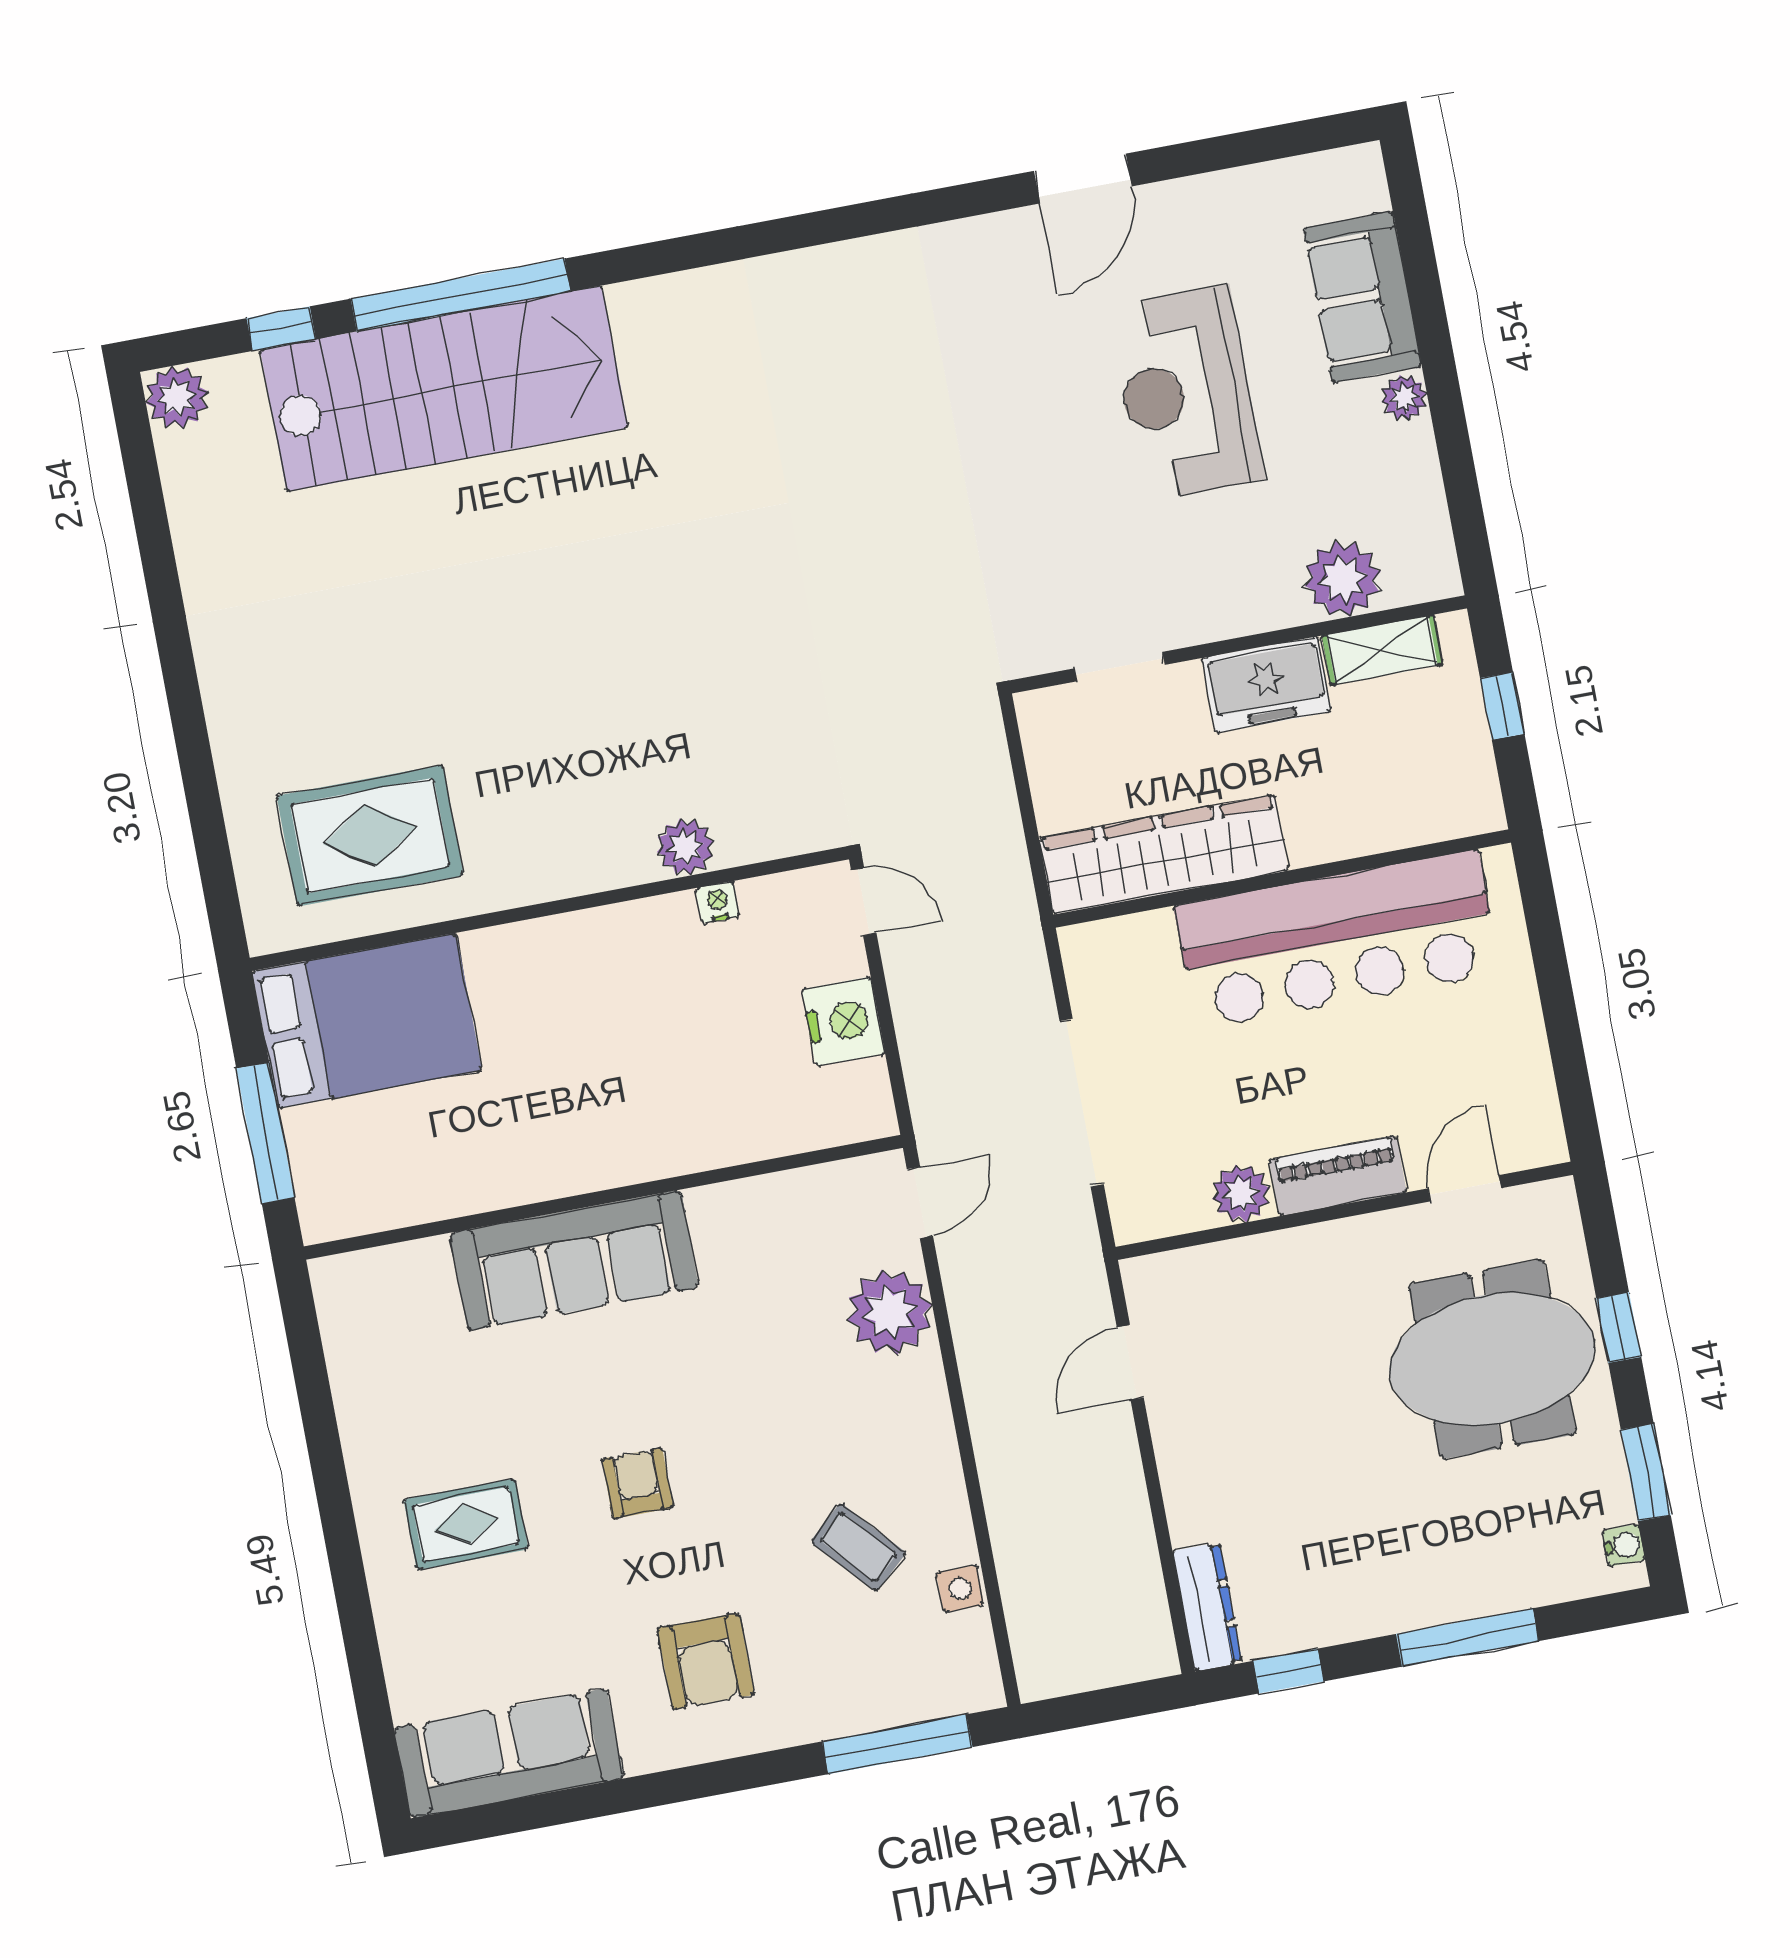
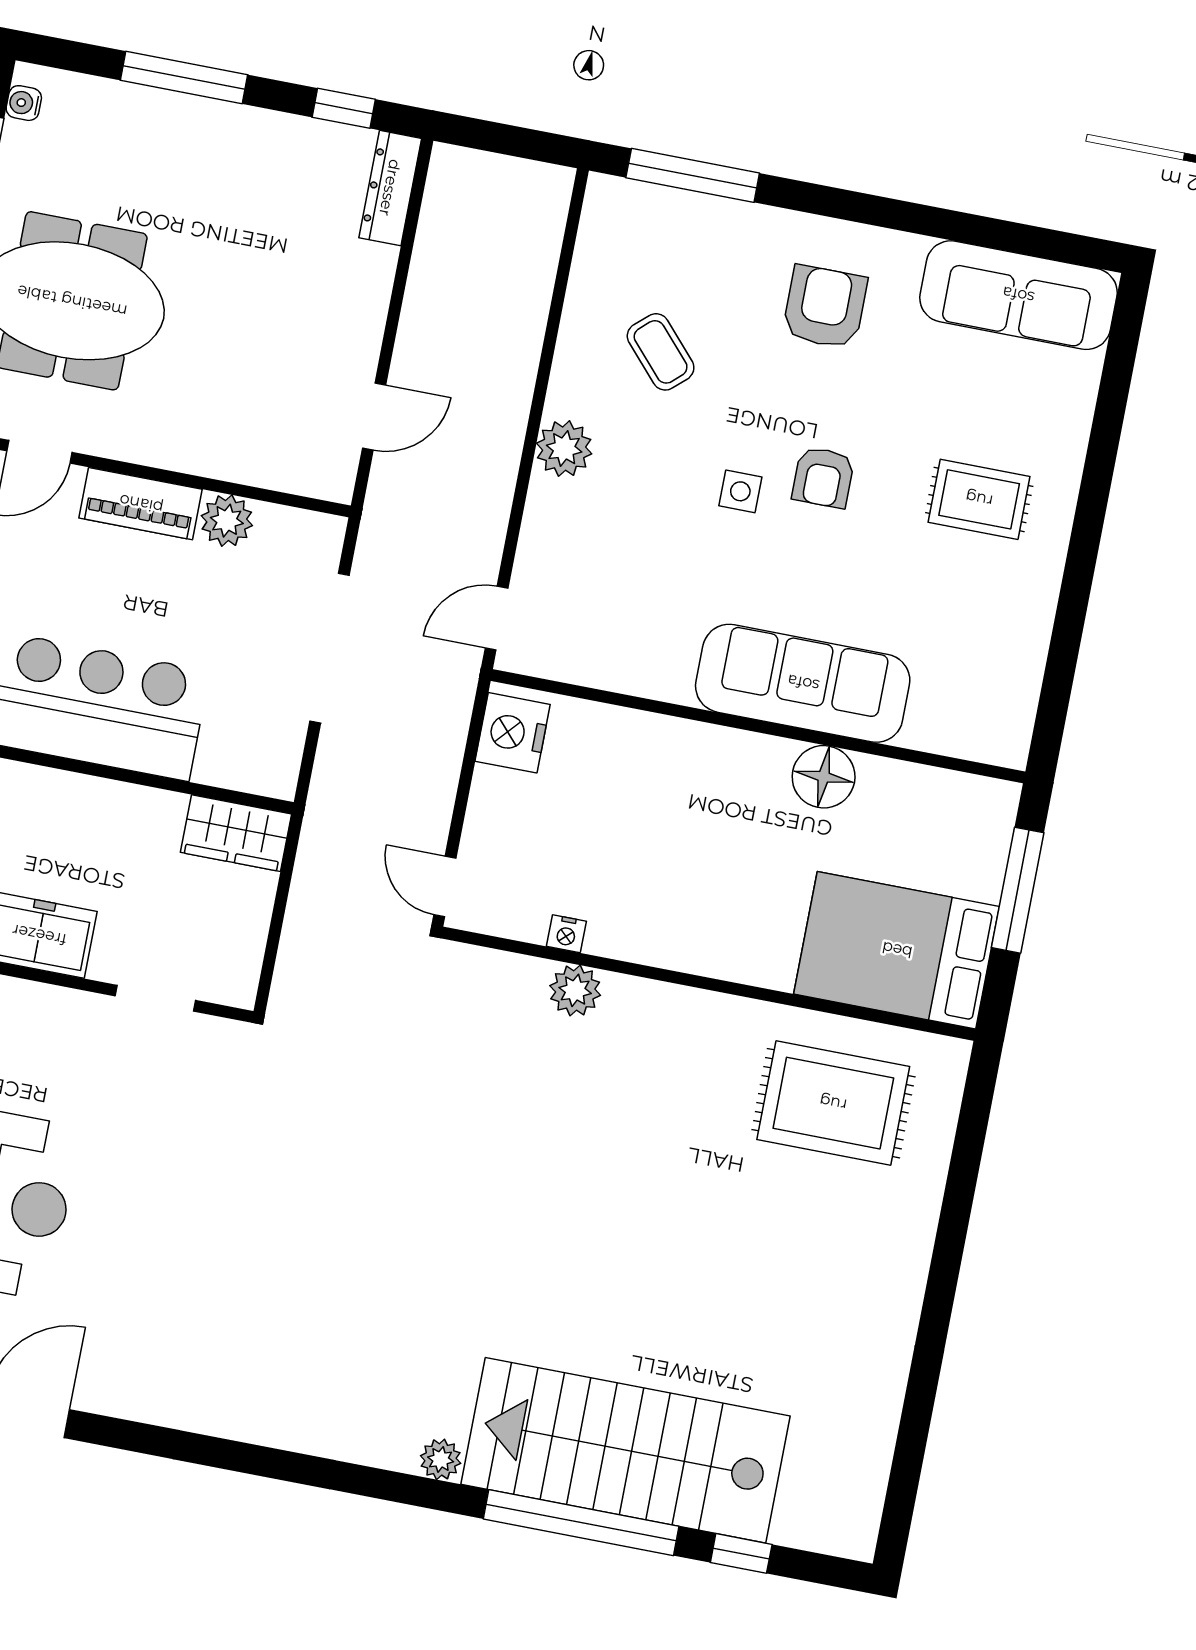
plant: (177, 397) -> (441, 1459), moved, width x0.73, depth x0.73
wardrobe: (1164, 855) -> (236, 833), width x0.48, depth x0.85
nightstand: (843, 1021) -> (513, 733), moved
floor lamp: (514, 1172) -> (824, 777), added
plant: (890, 1312) -> (564, 449), moved, width x0.73, depth x0.73
side table: (960, 1589) -> (740, 491), moved

